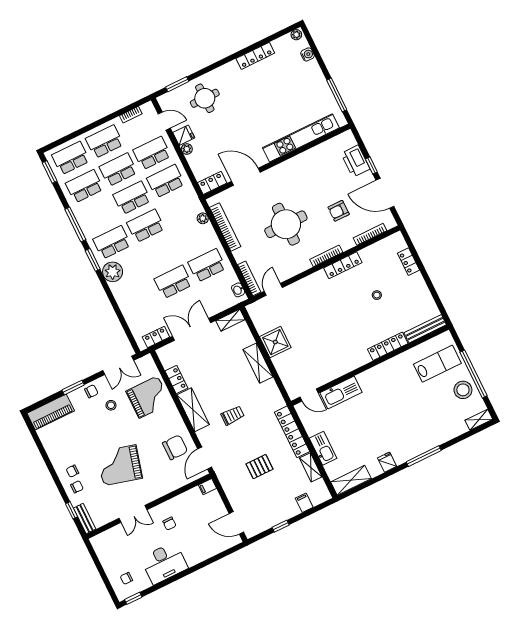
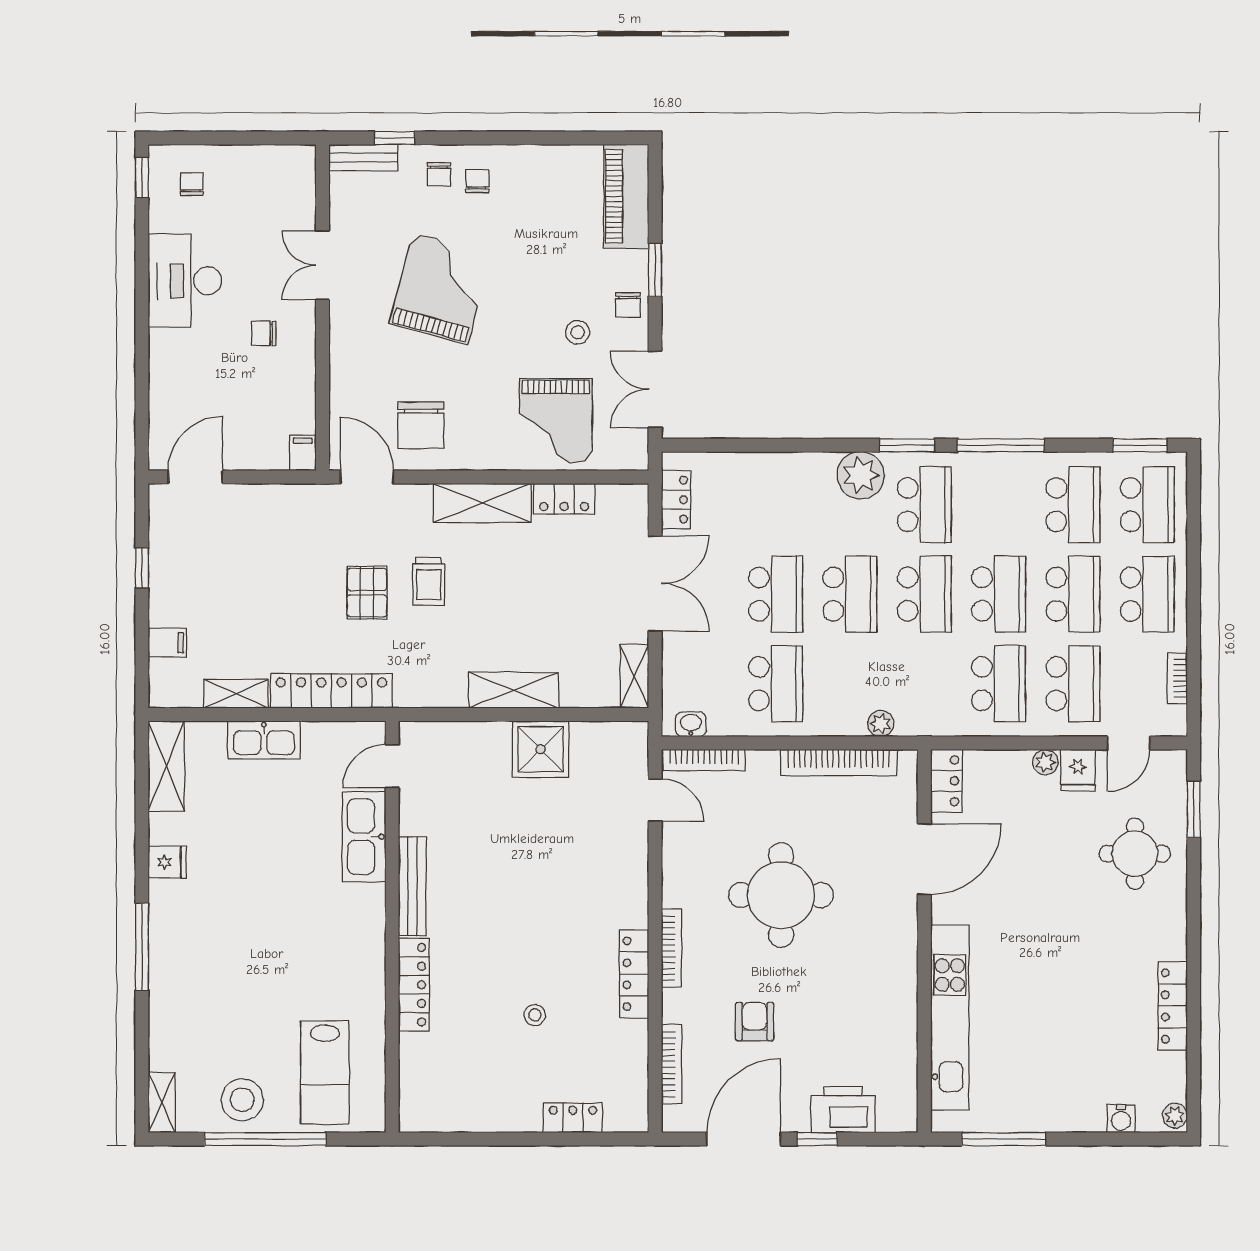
school desk: (159, 254) -> (850, 594), added
bench: (425, 329) -> (412, 886), moved
pallet: (260, 467) -> (367, 593), moved

